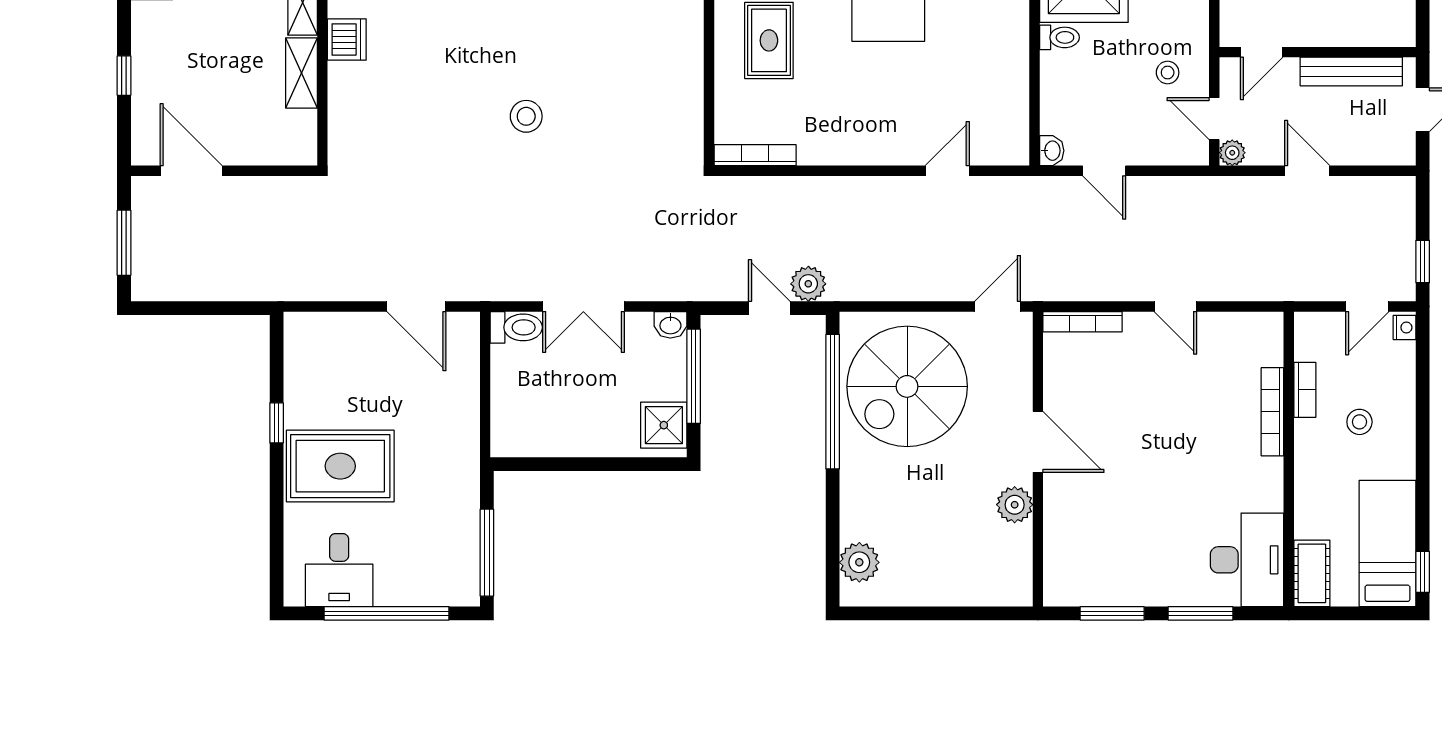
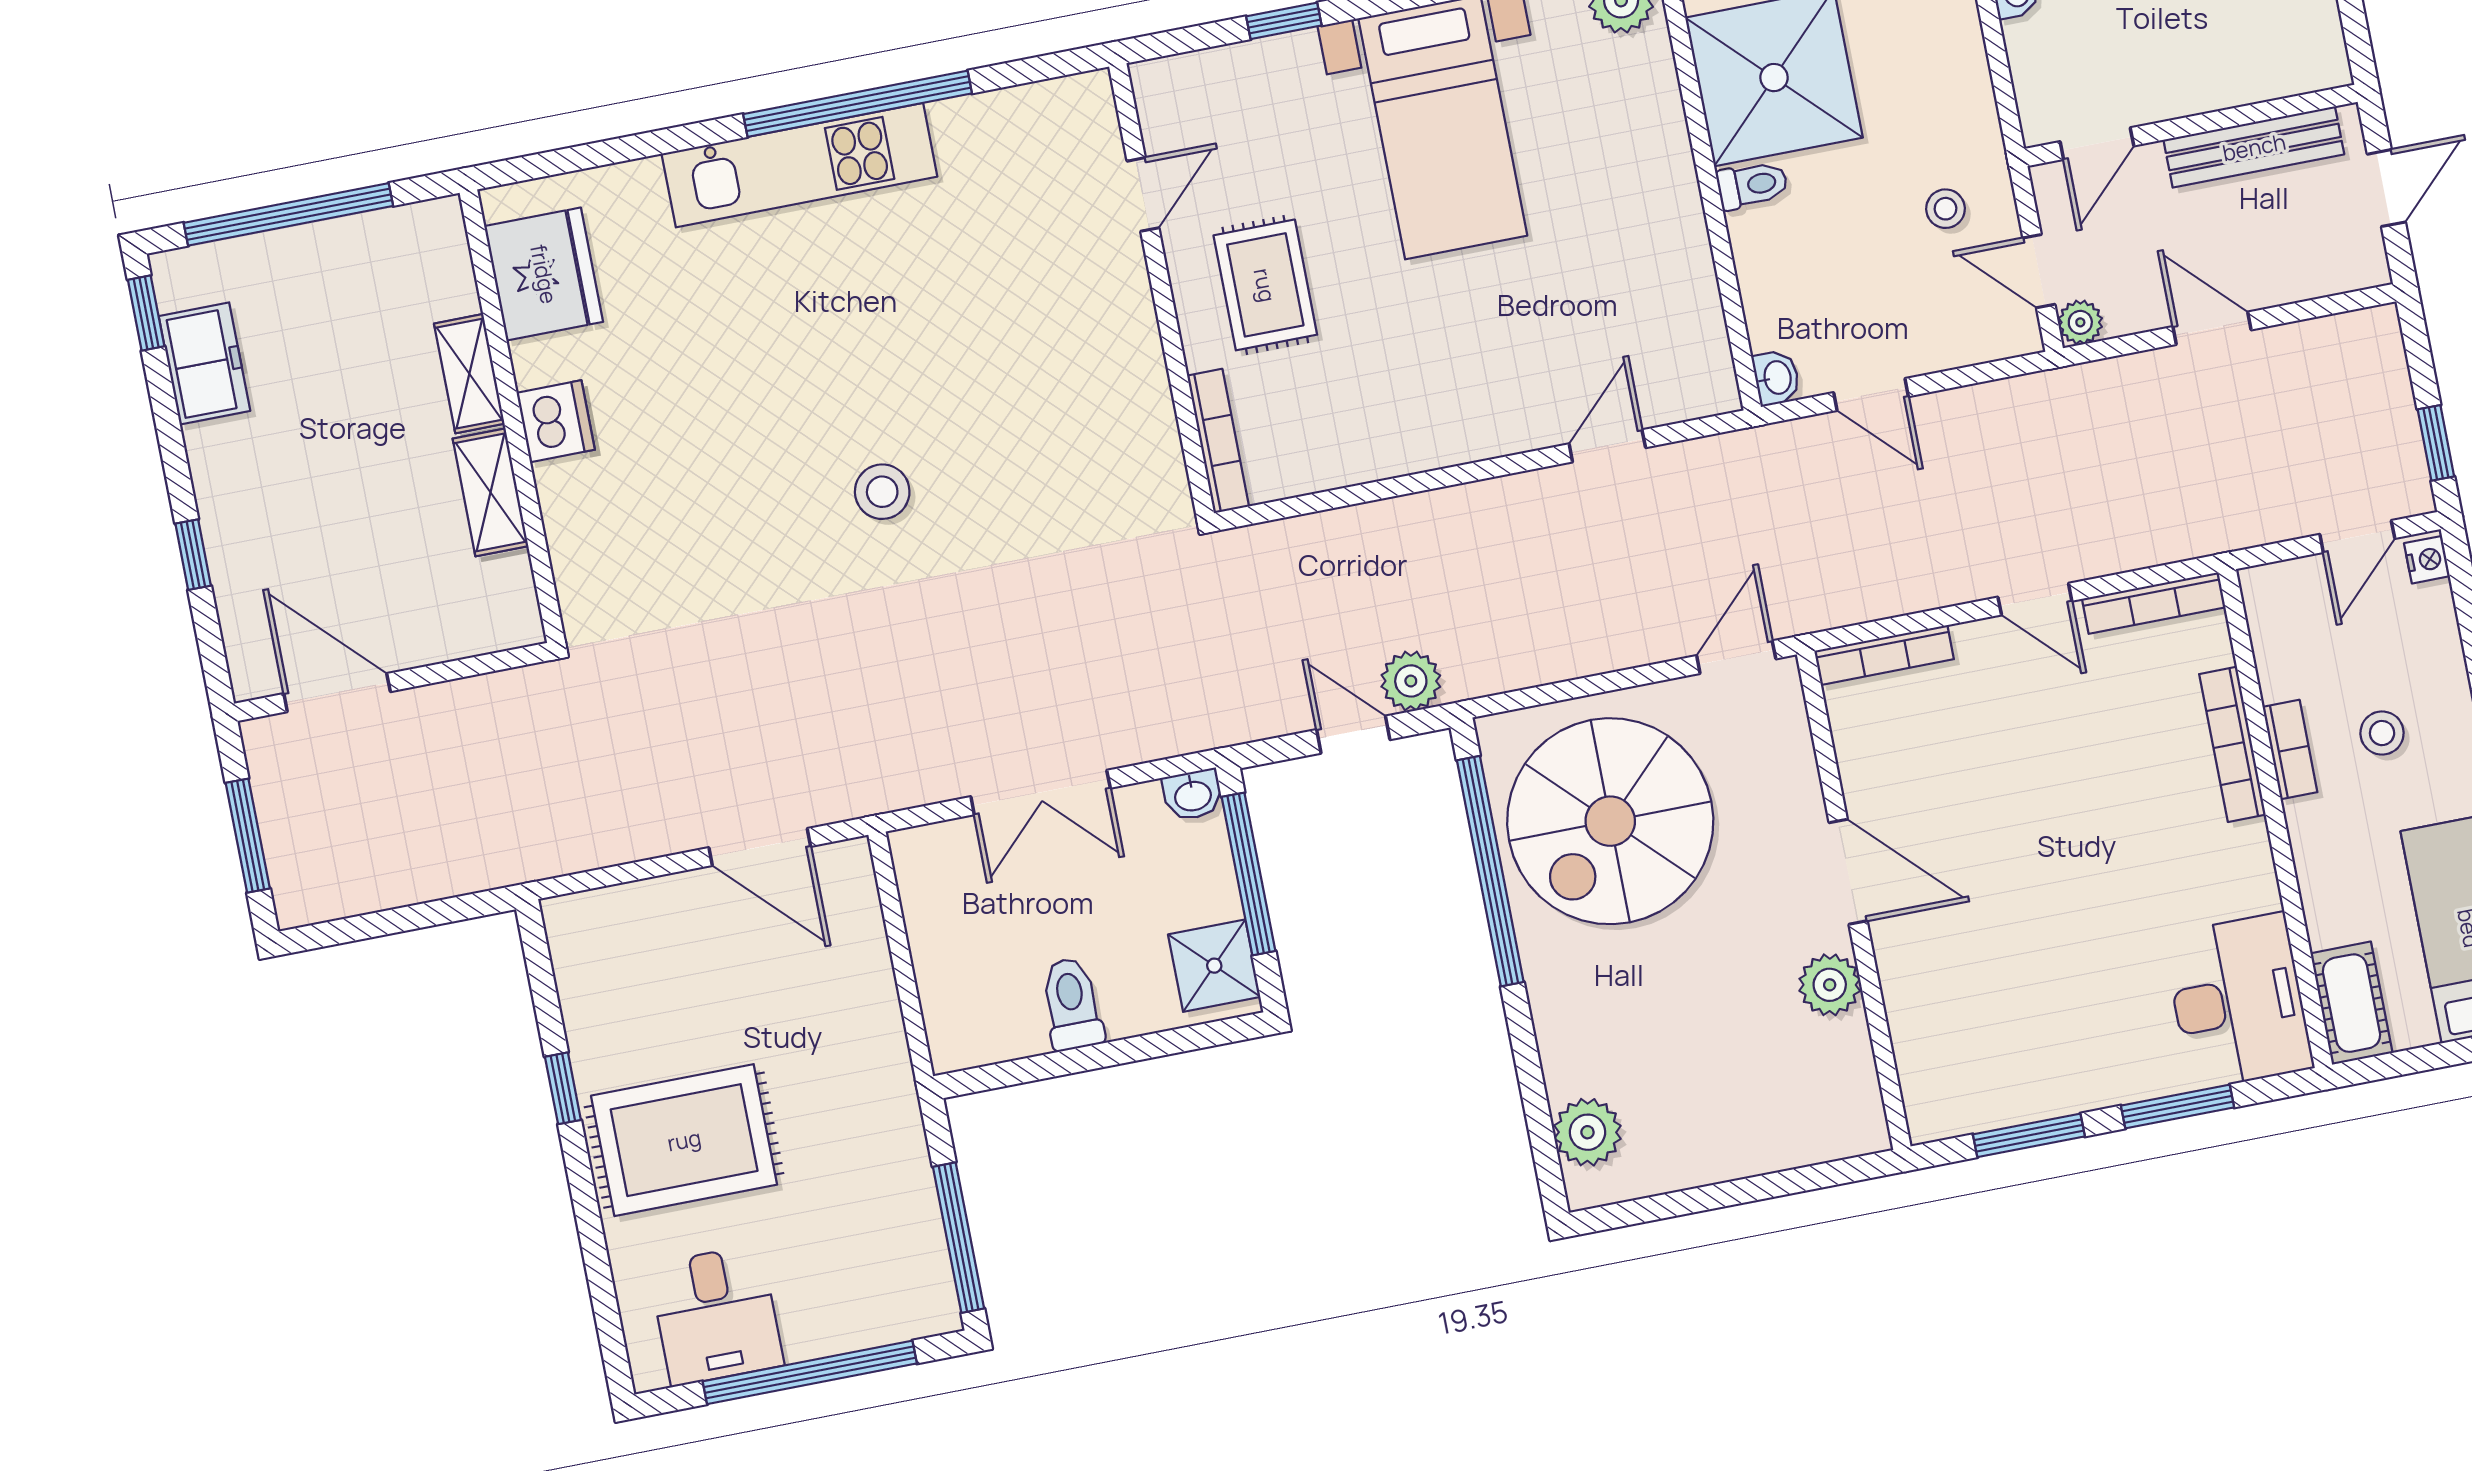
bookcase: (755, 155) -> (1218, 441), moved, turned 90
bookcase: (1243, 322) -> (2154, 603), added
toilet: (516, 327) -> (1072, 1004), moved, turned -90
bookcase: (1305, 390) -> (2290, 750), moved

